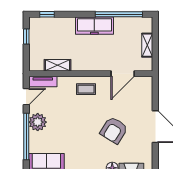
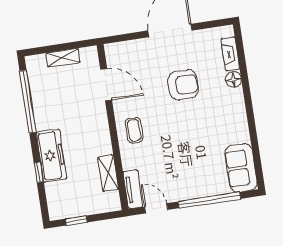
window: (47, 14) -> (39, 172), moved
freezer: (94, 26) -> (51, 156), moved
plant: (38, 122) -> (188, 188), removed
armchair: (114, 130) -> (183, 85), turned -32

